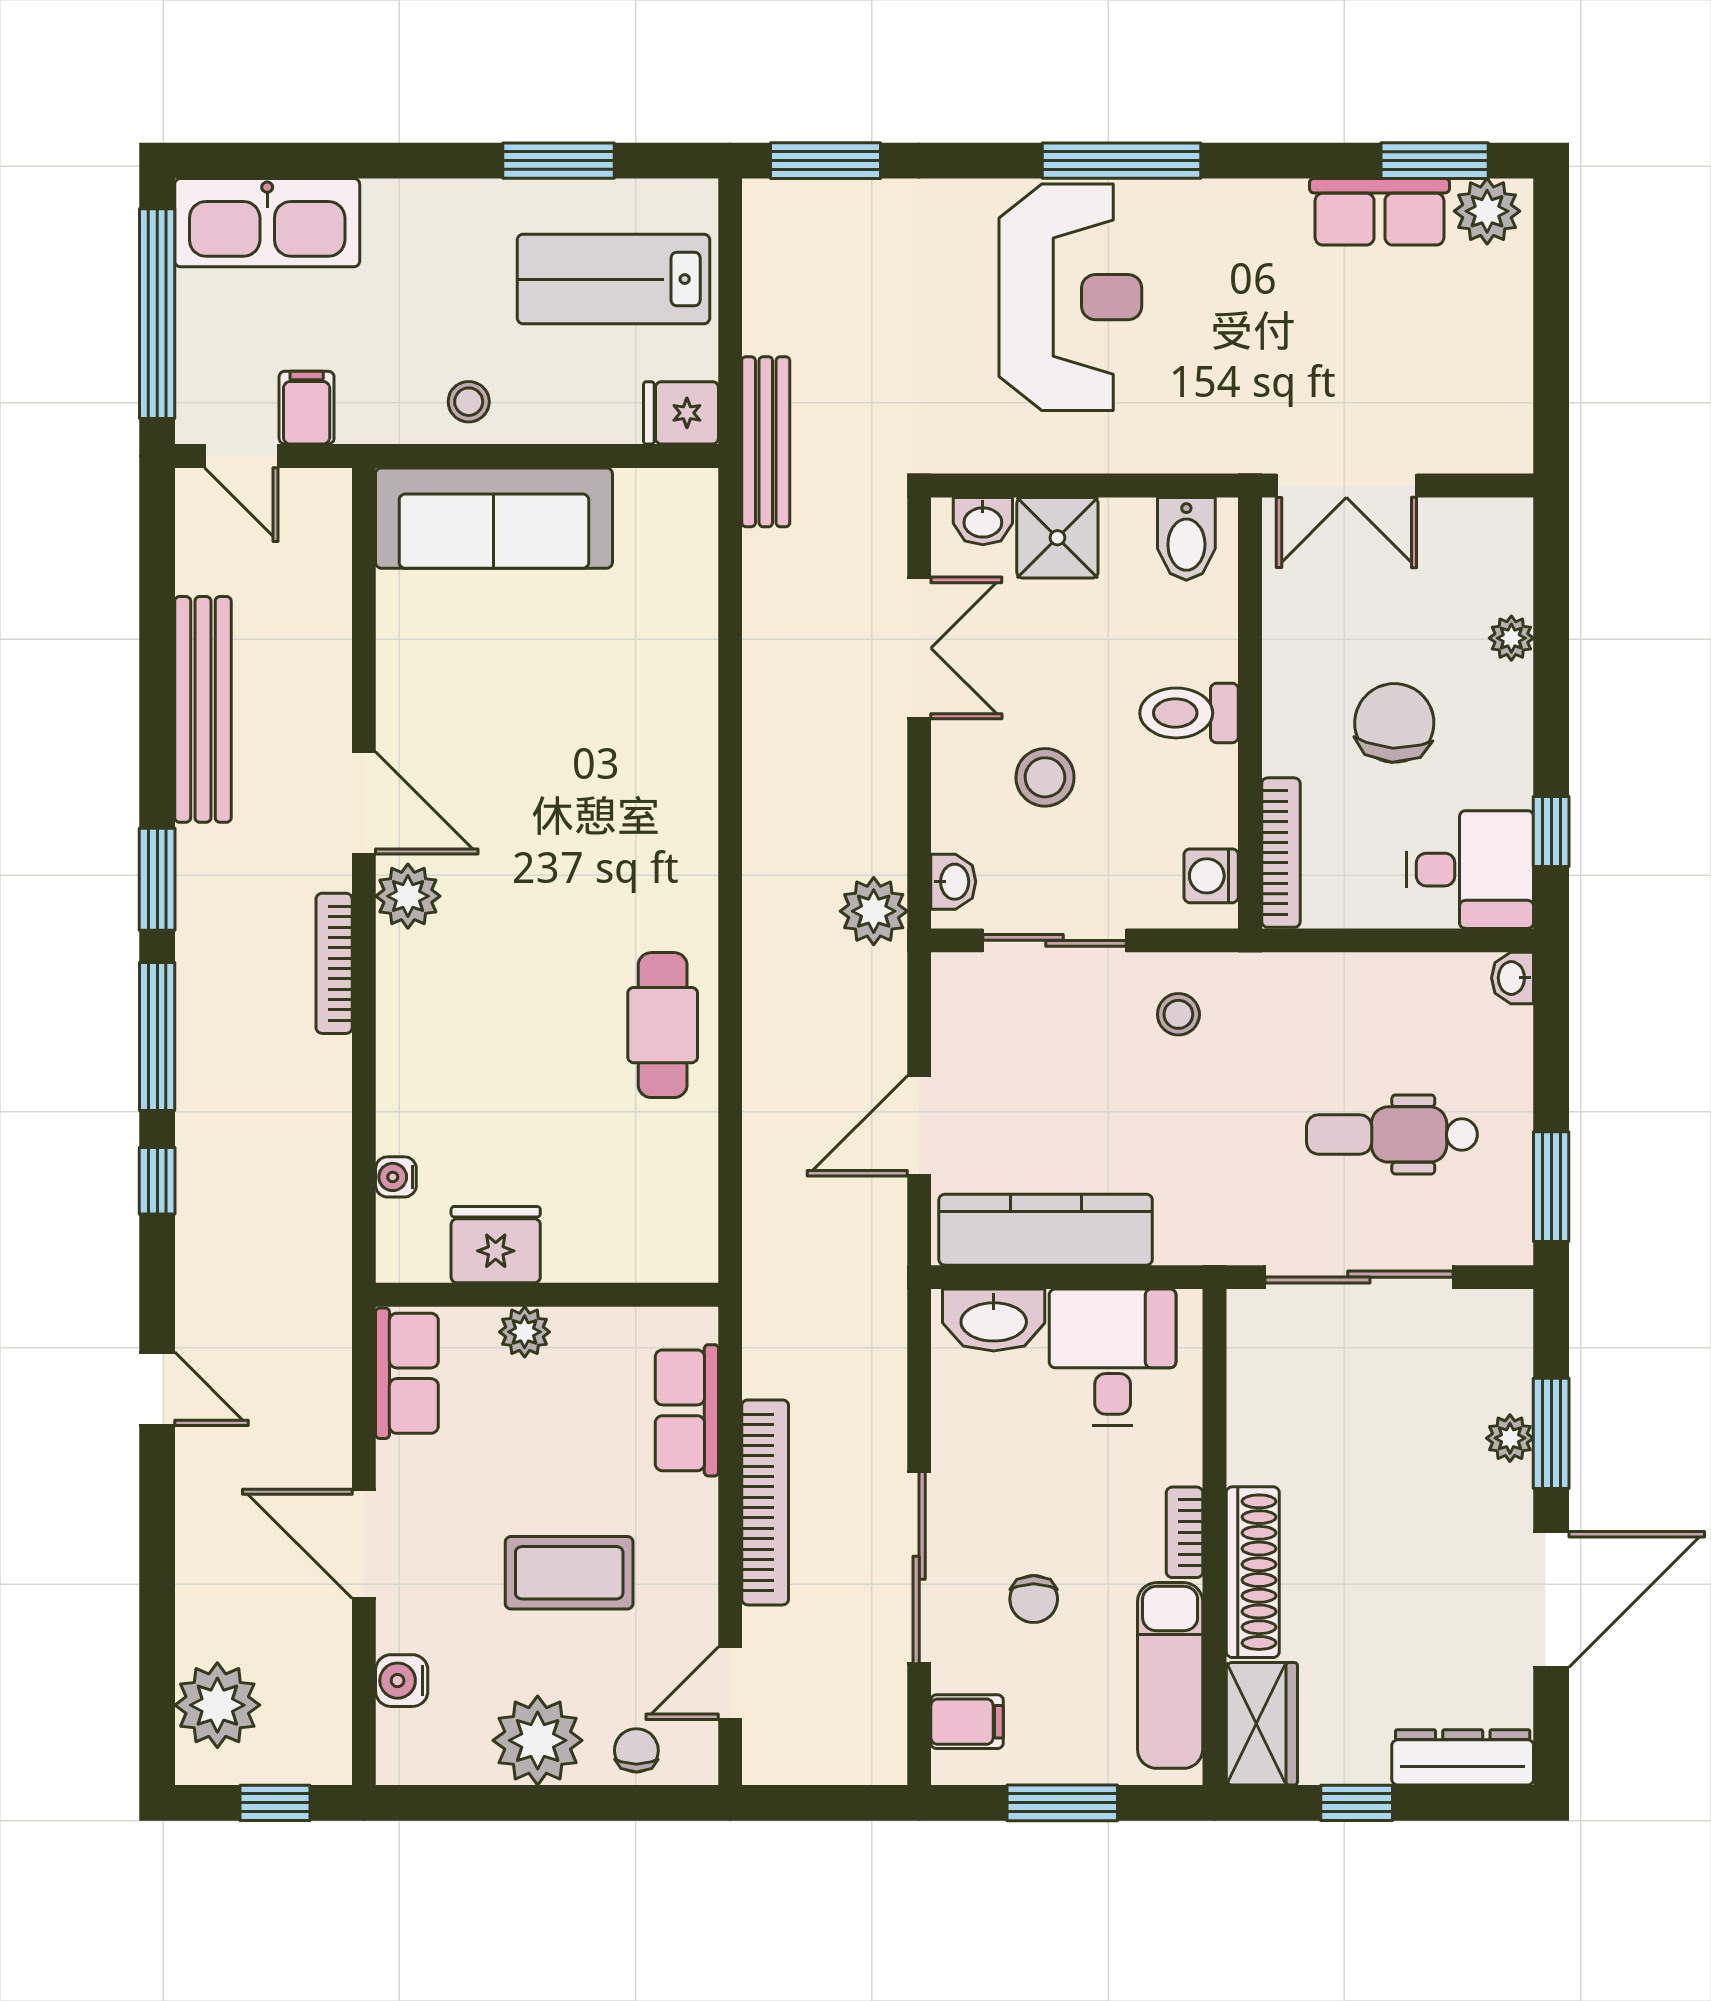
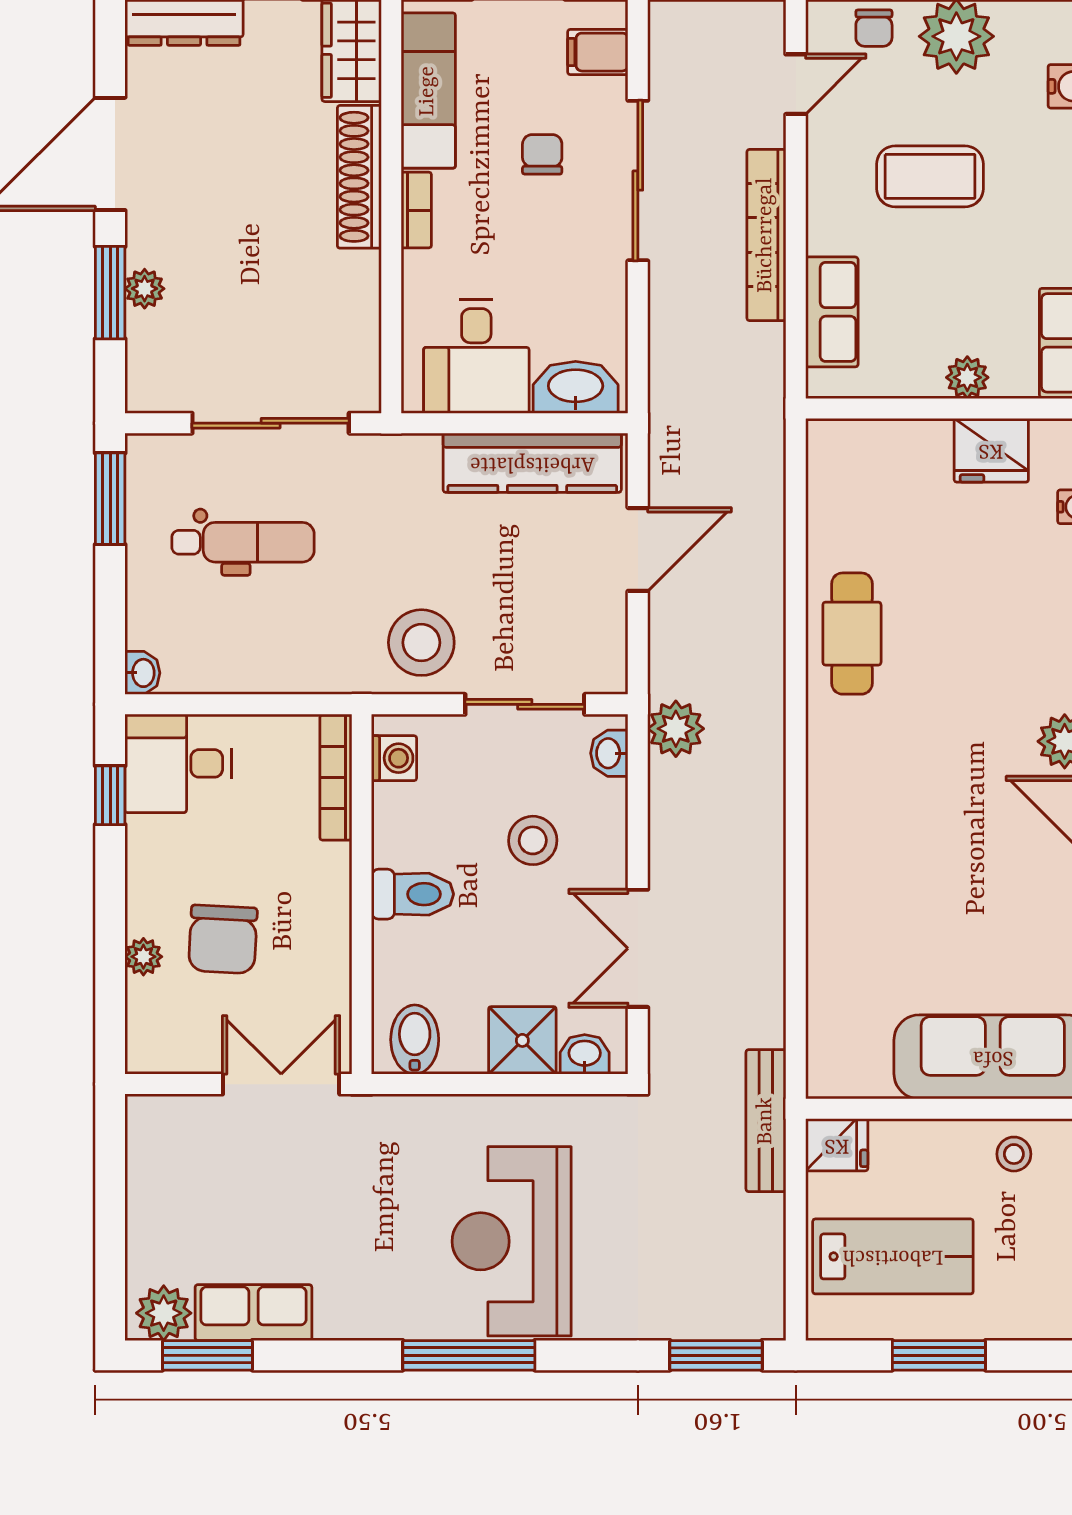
chair: (1394, 723) -> (223, 939), moved
stool: (1178, 1014) -> (421, 643), width x1.89, depth x1.89

